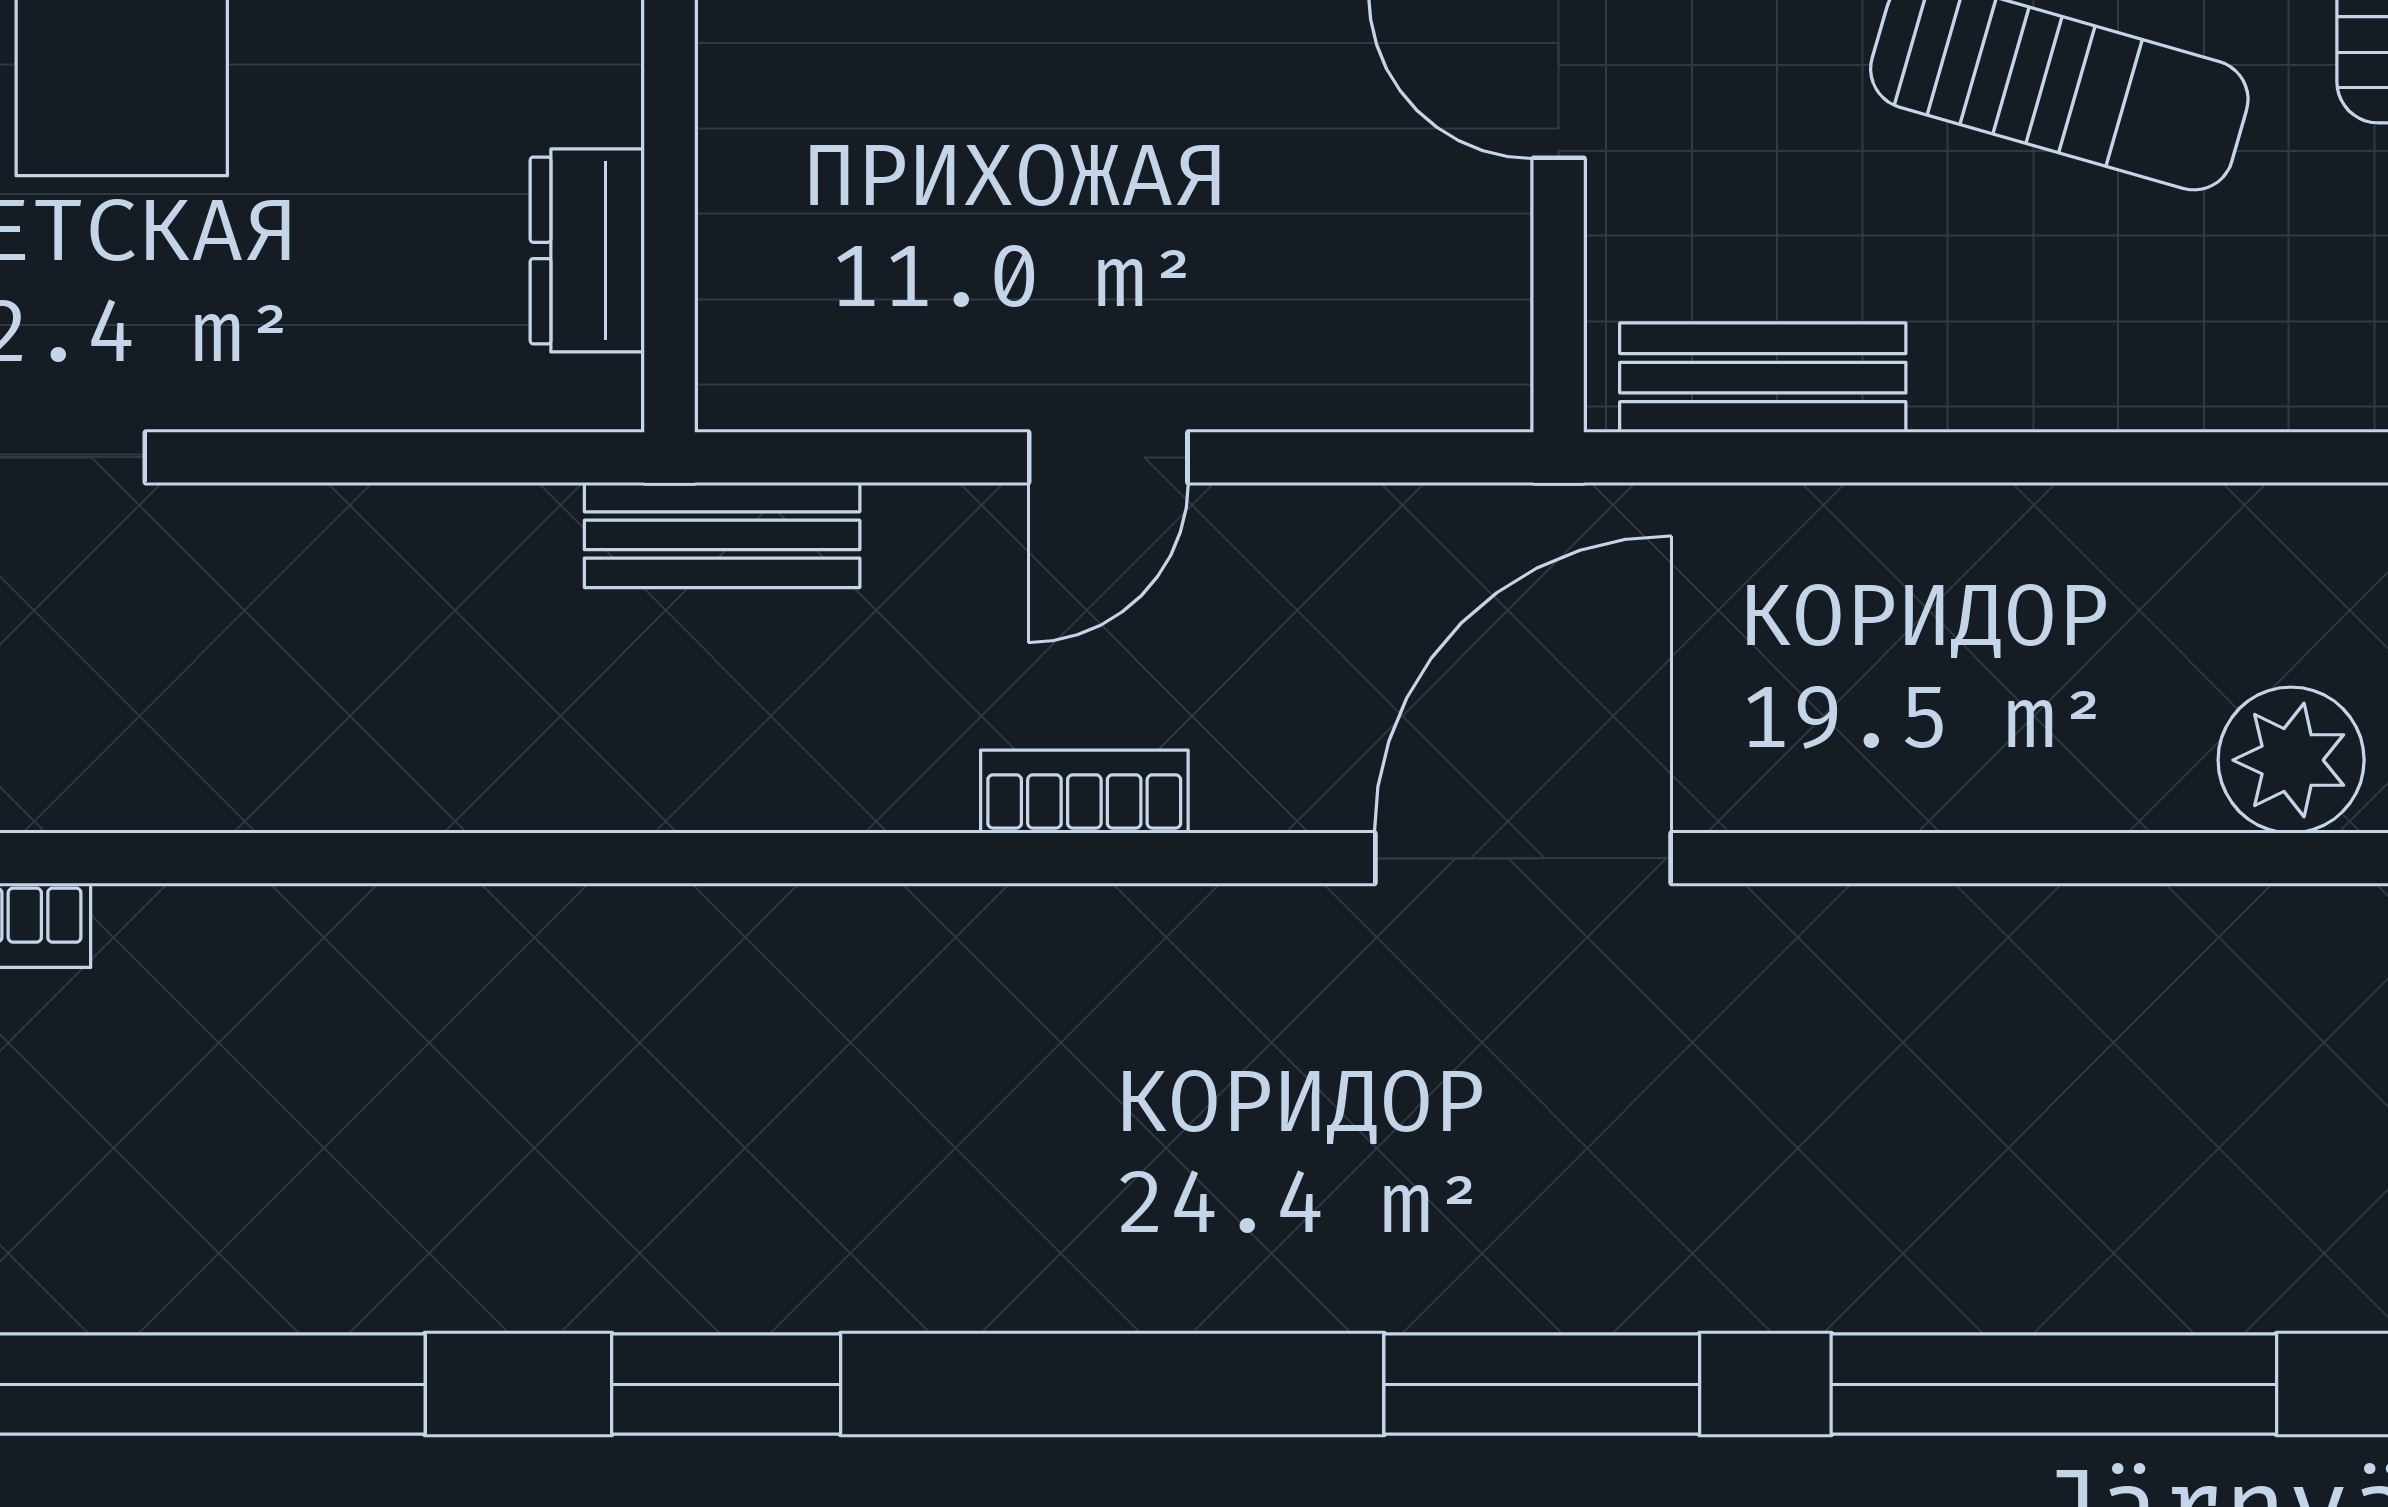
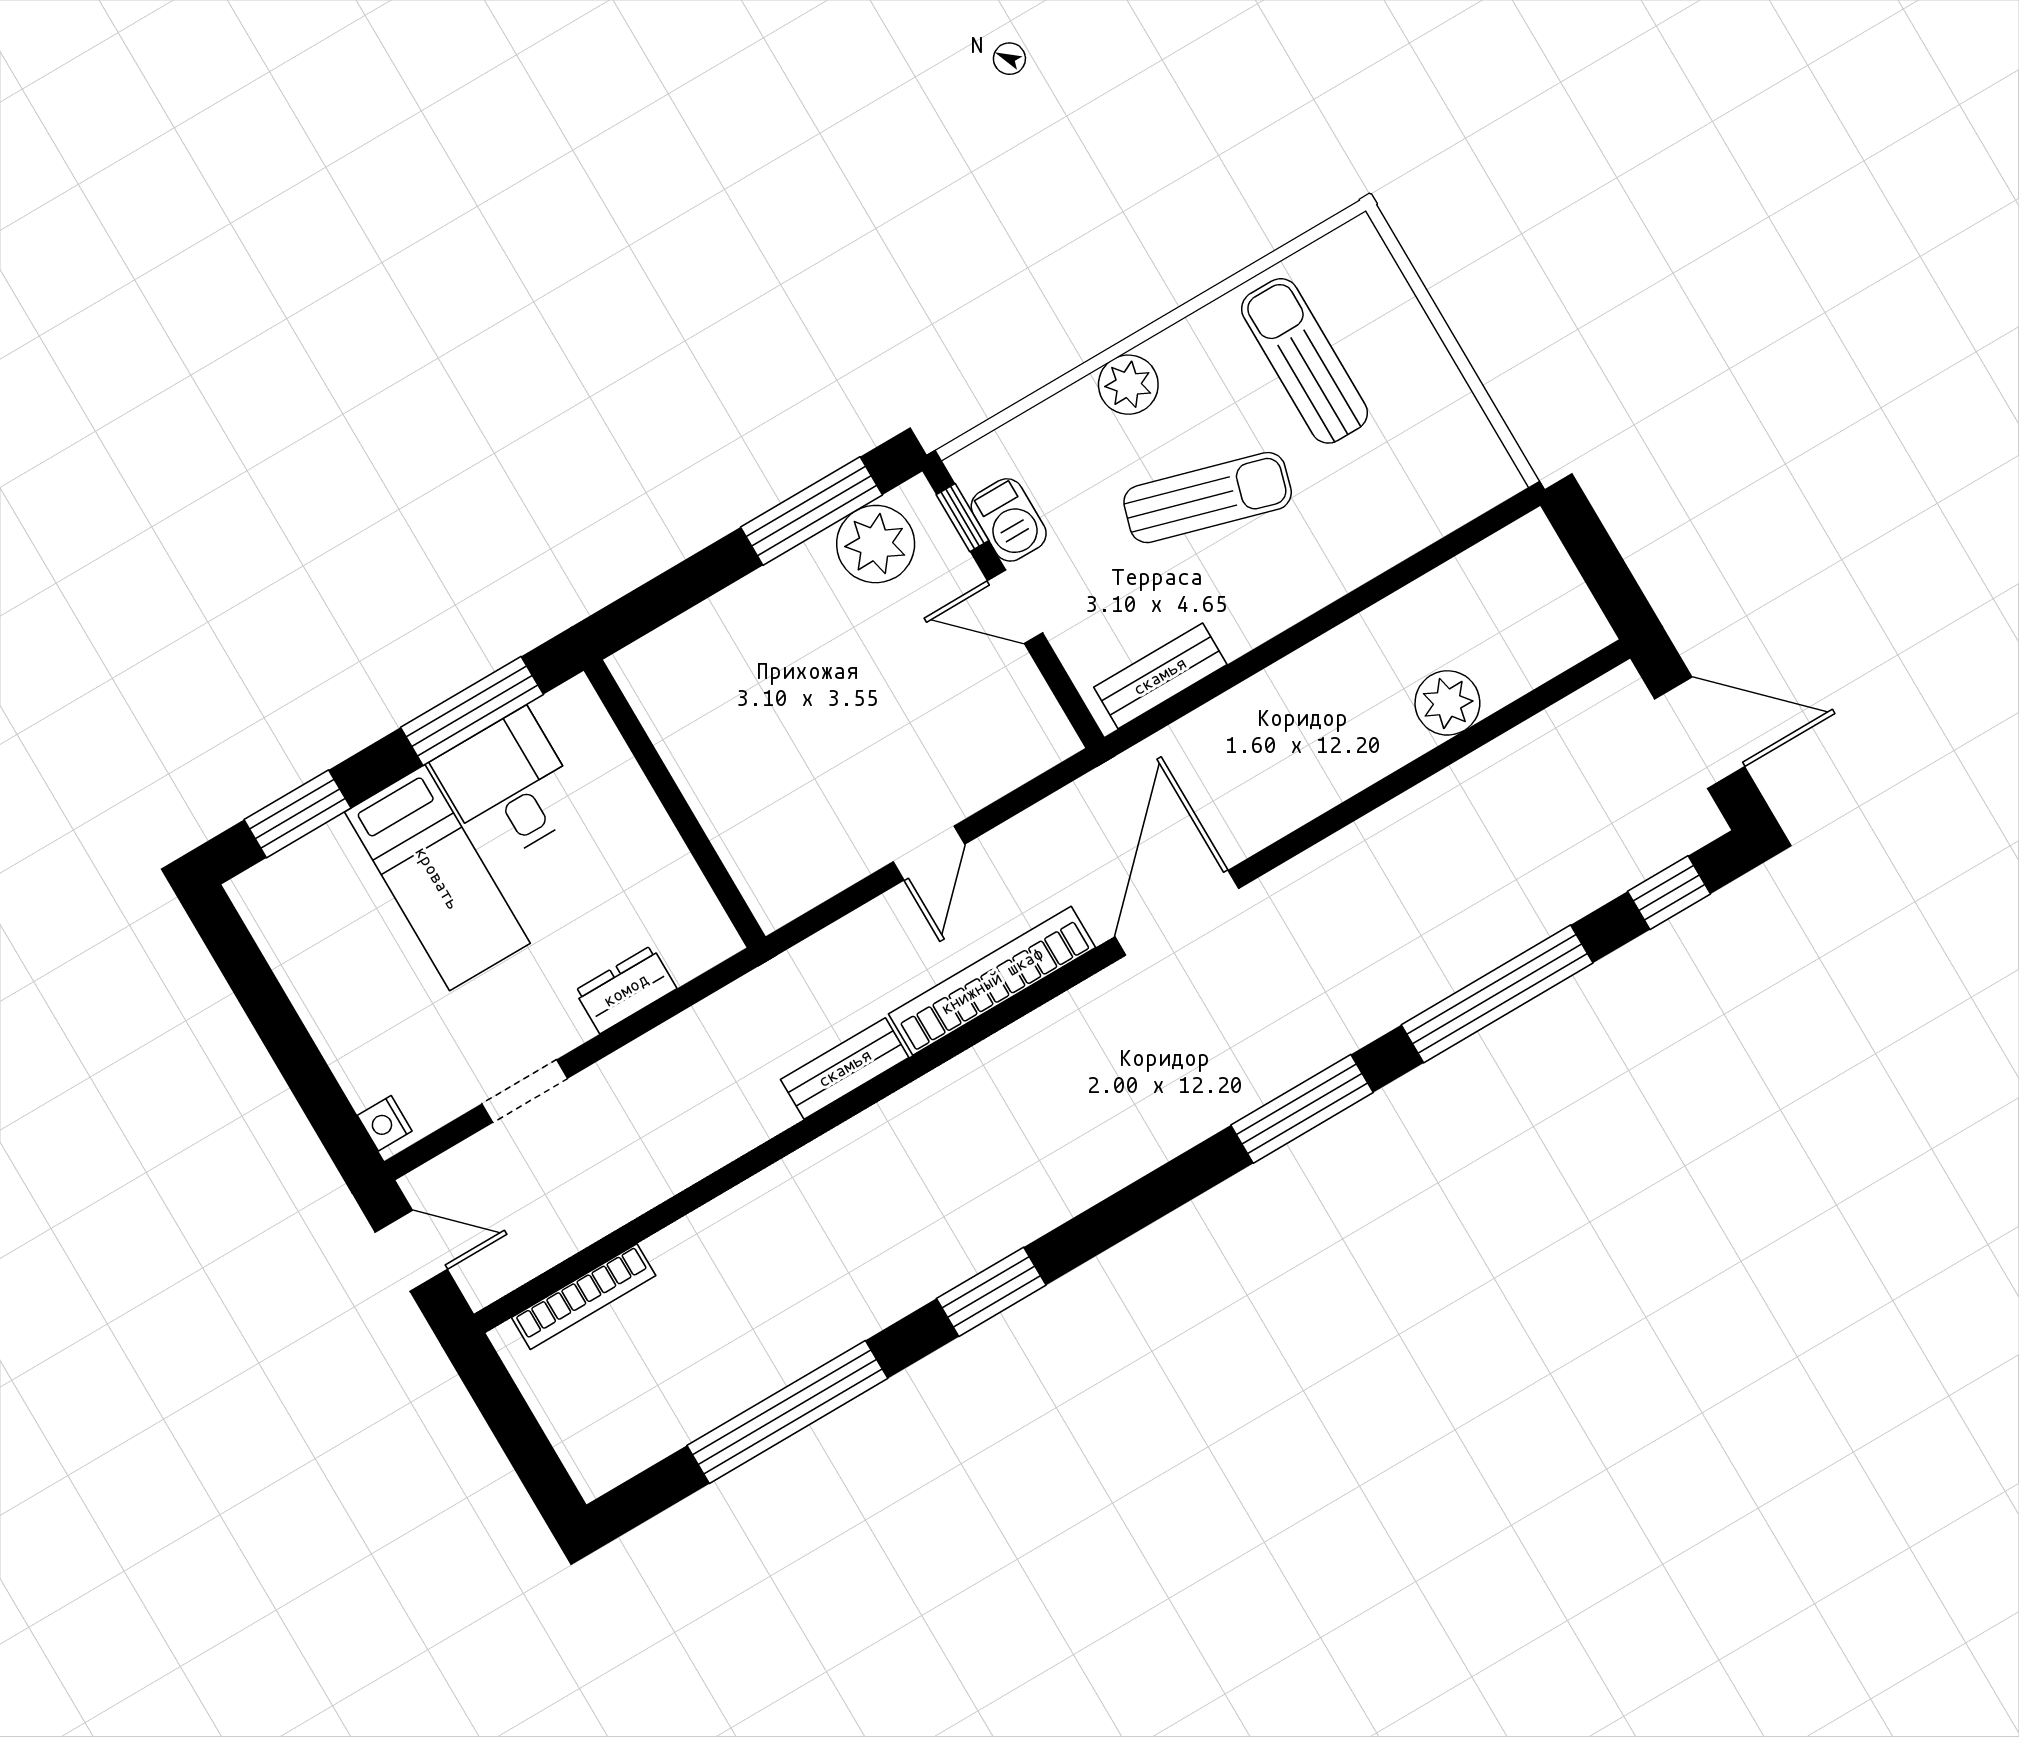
dresser: (587, 250) -> (626, 990), moved, turned 90
bench: (722, 535) -> (845, 1068), moved
bookcase: (1084, 792) -> (992, 981), width x2.31, depth x1.31

